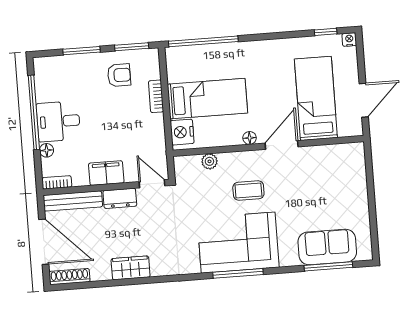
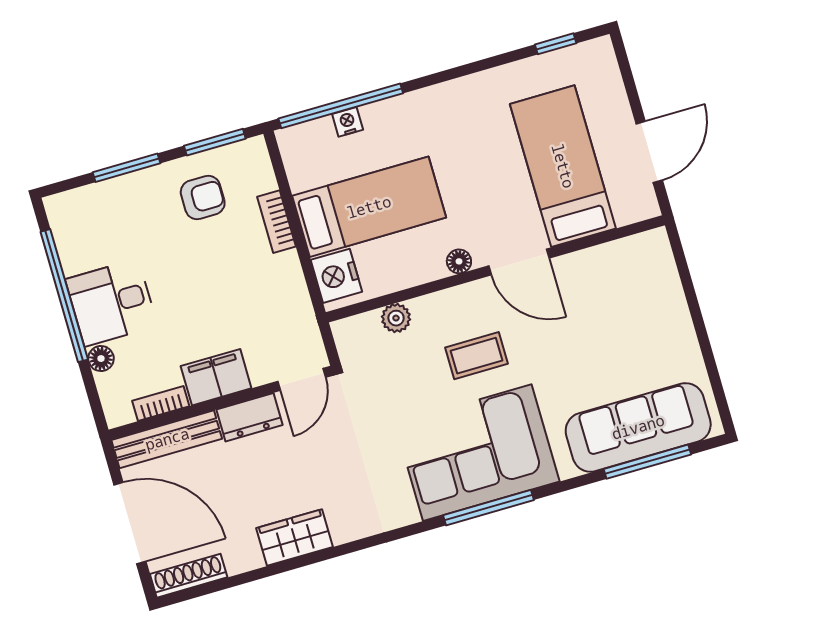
nightstand: (349, 40) -> (348, 122), moved
door: (282, 145) -> (519, 262), swing flipped
bookcase: (57, 182) -> (161, 403), moved
door: (152, 184) -> (302, 379), swing flipped
sofa: (327, 247) -> (638, 427), width x1.36

